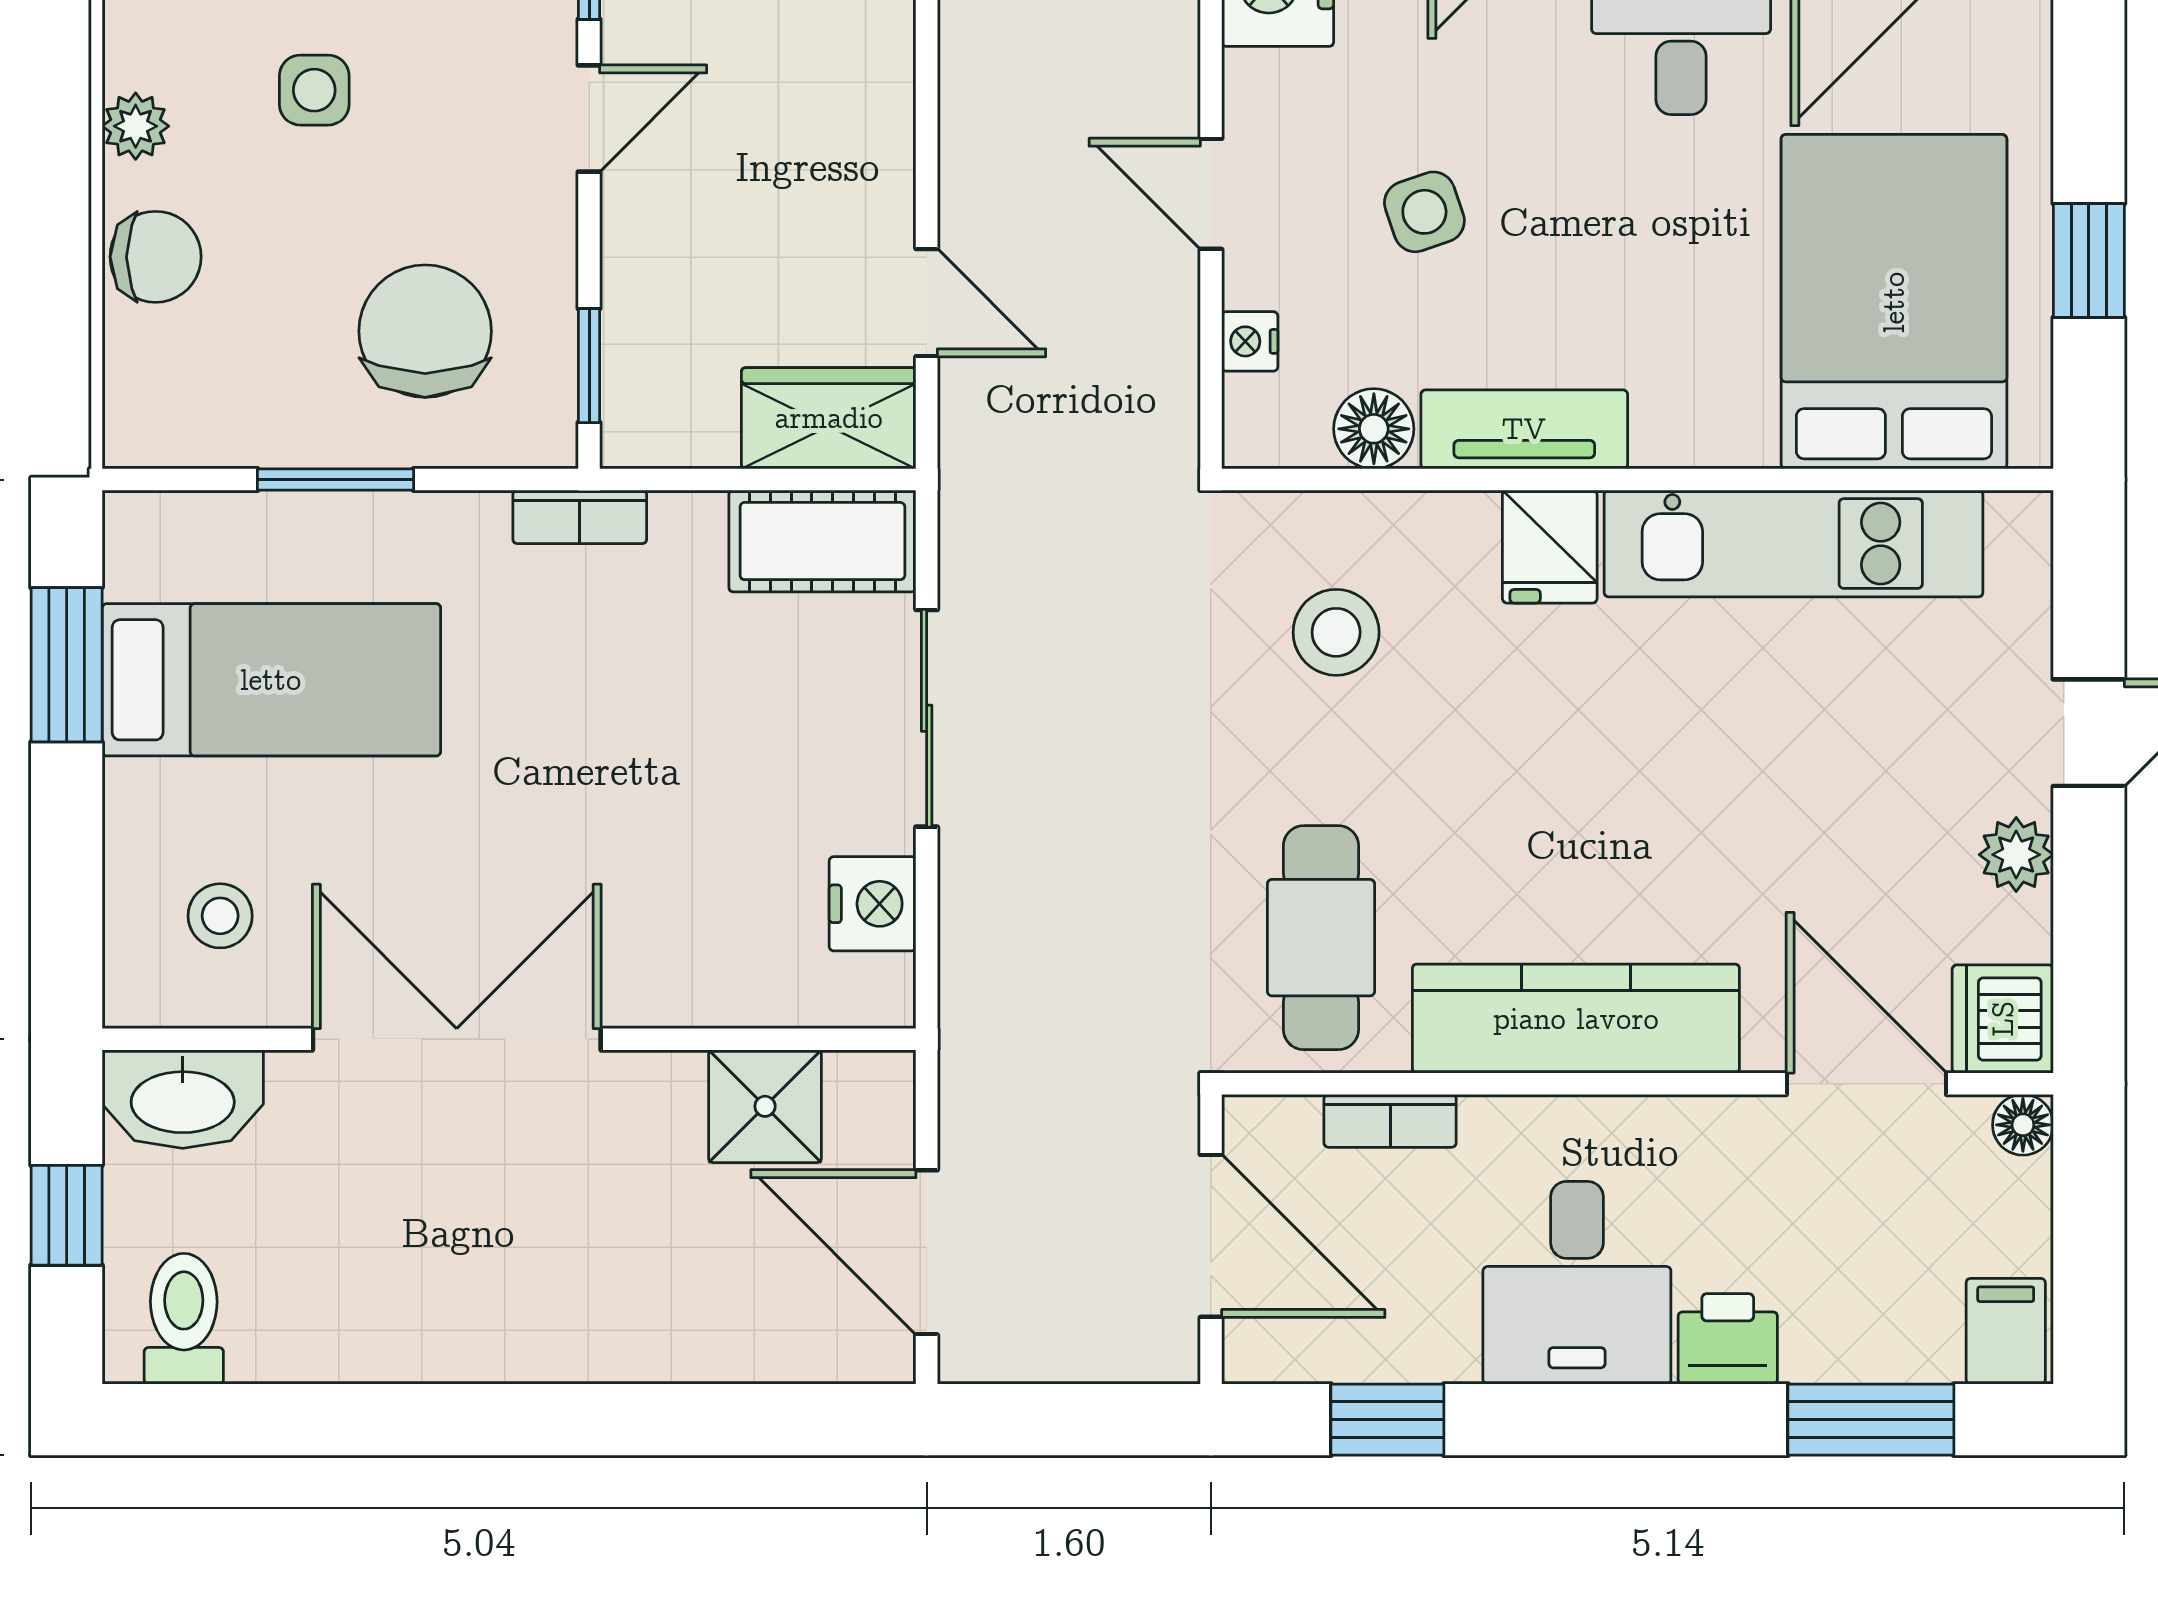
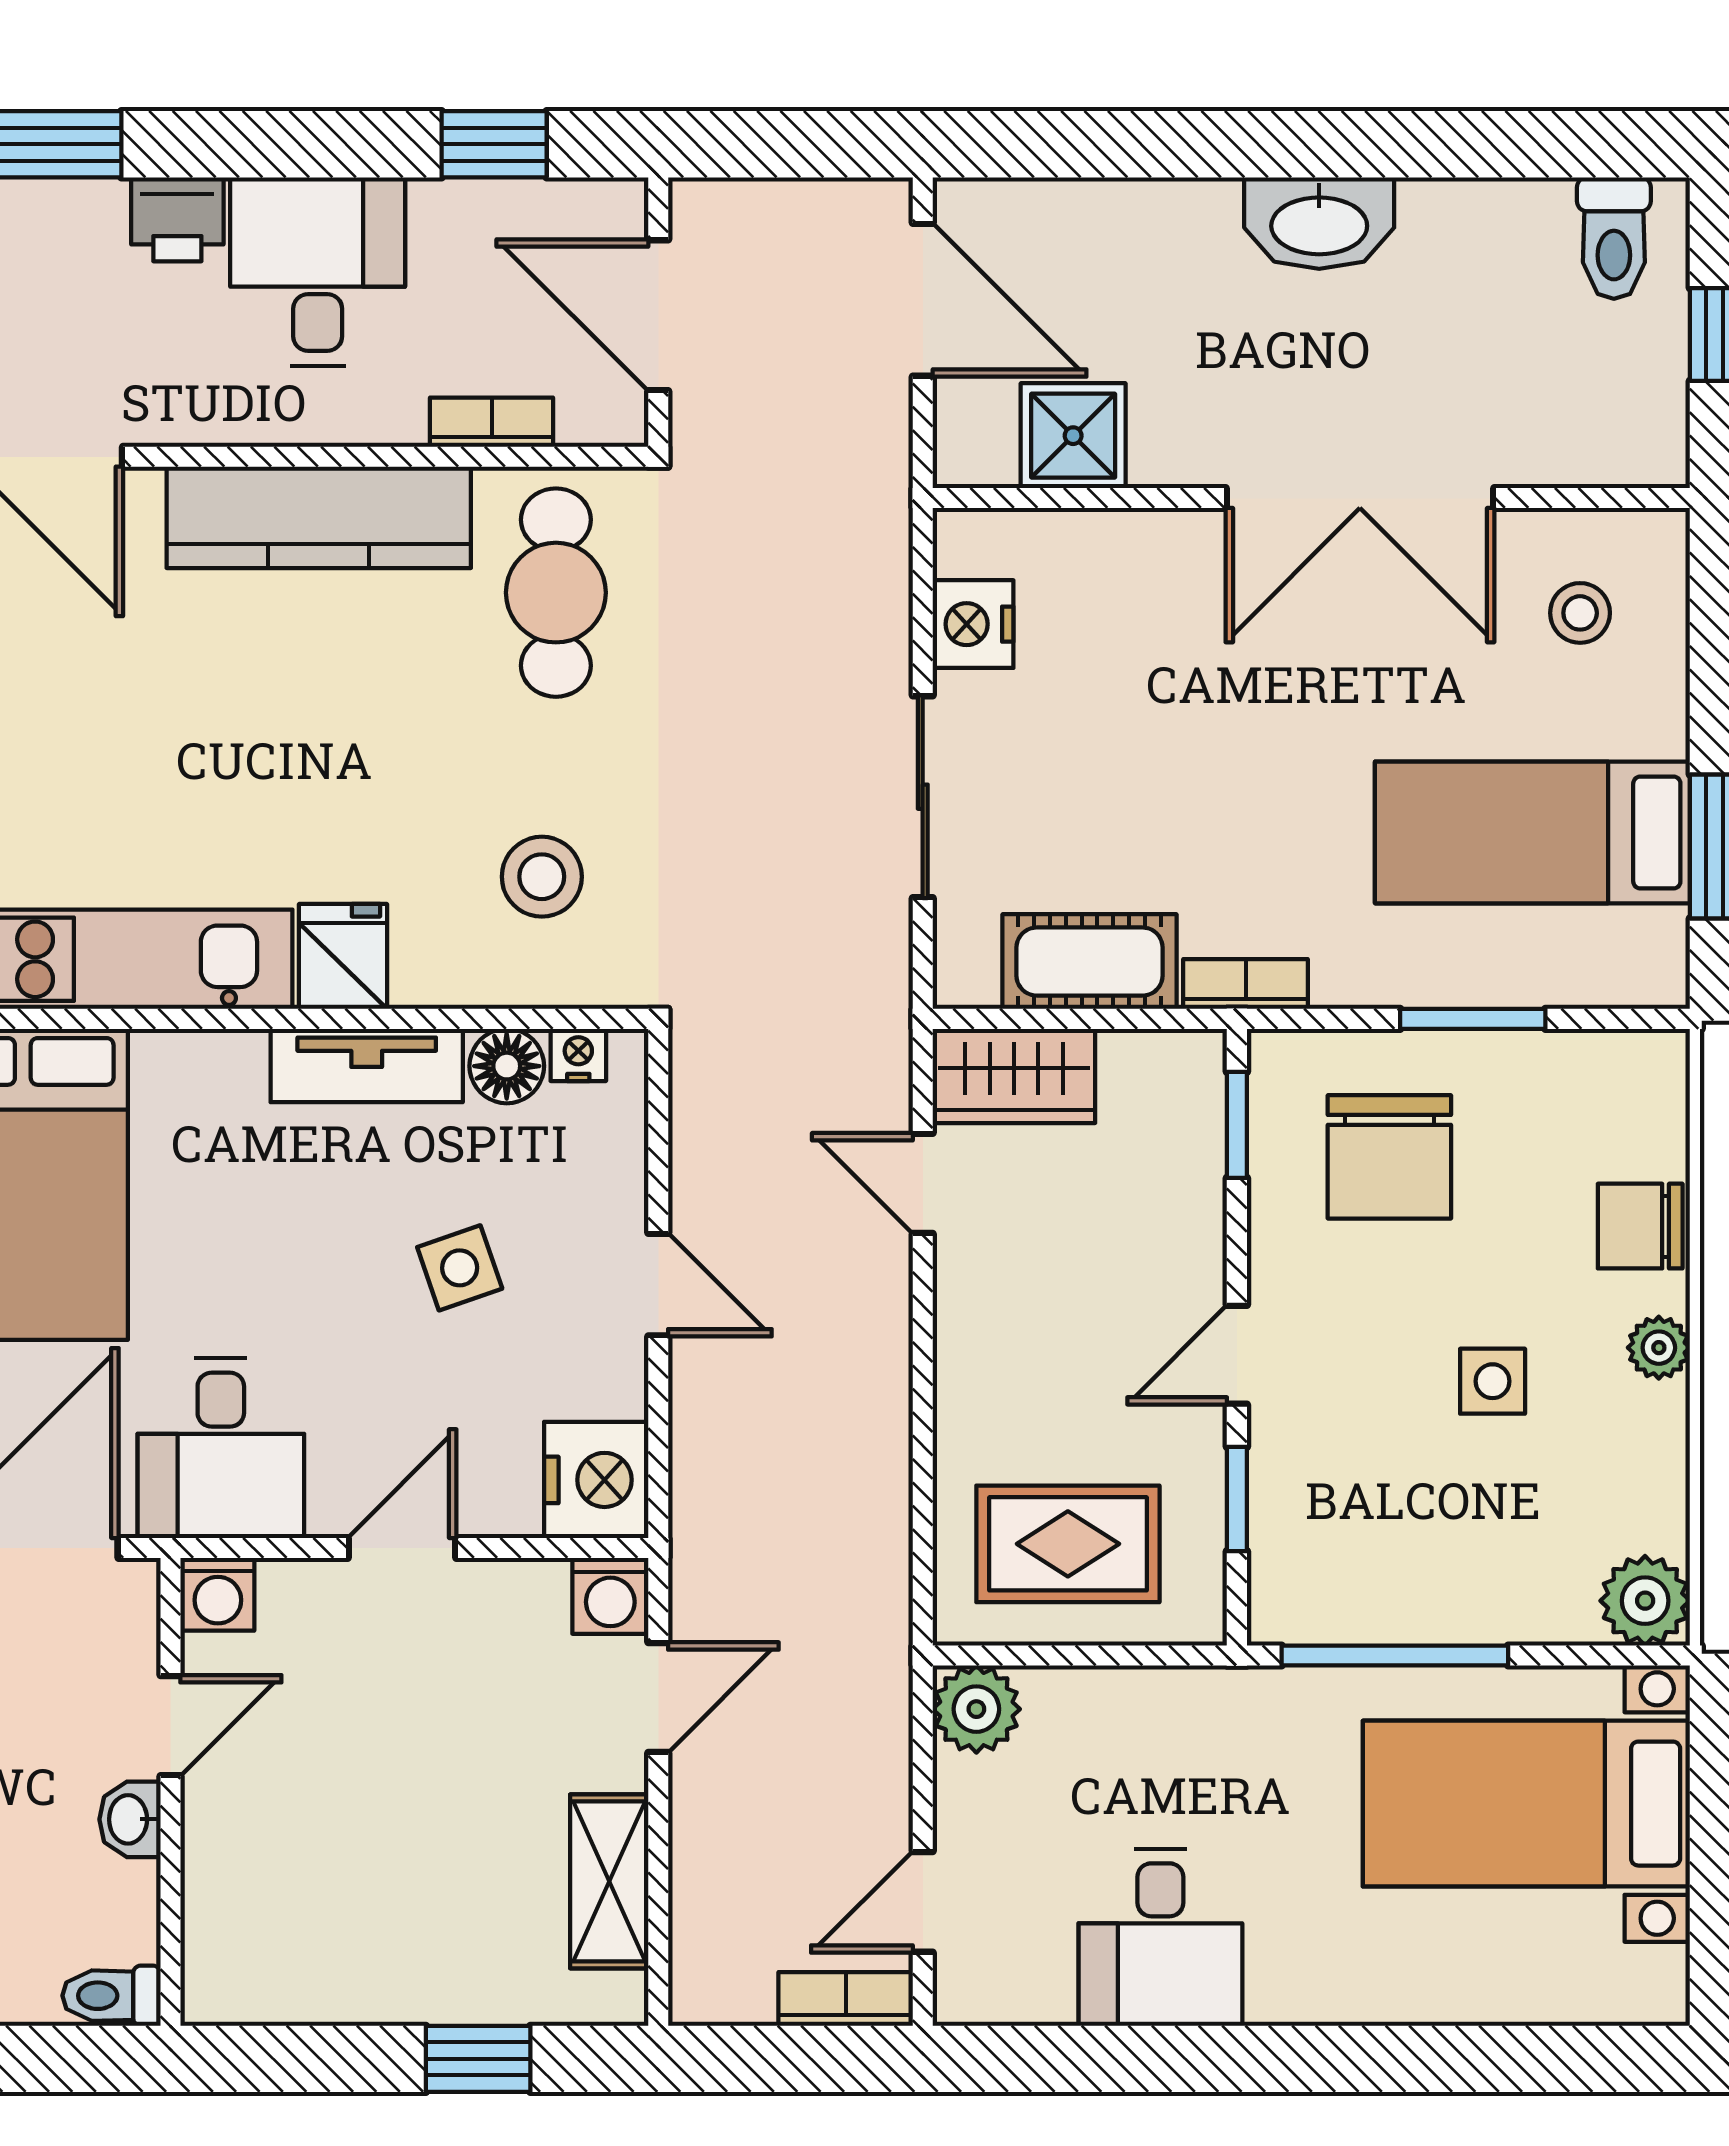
nightstand: (1250, 341) -> (578, 1055), moved, turned -90
cot: (822, 541) -> (1090, 962), moved
washbasin: (183, 1099) -> (1319, 223), moved, turned 180

